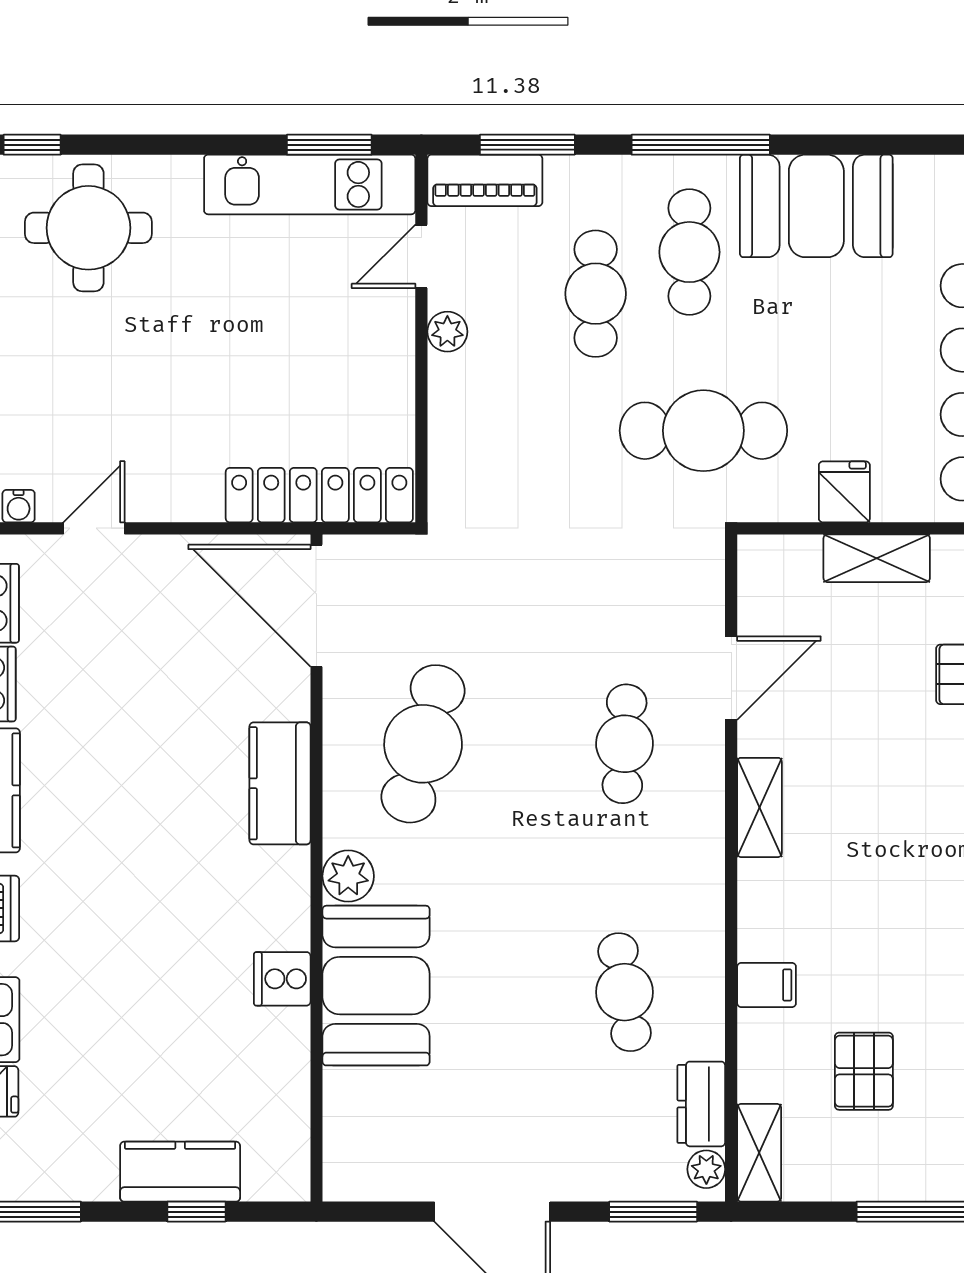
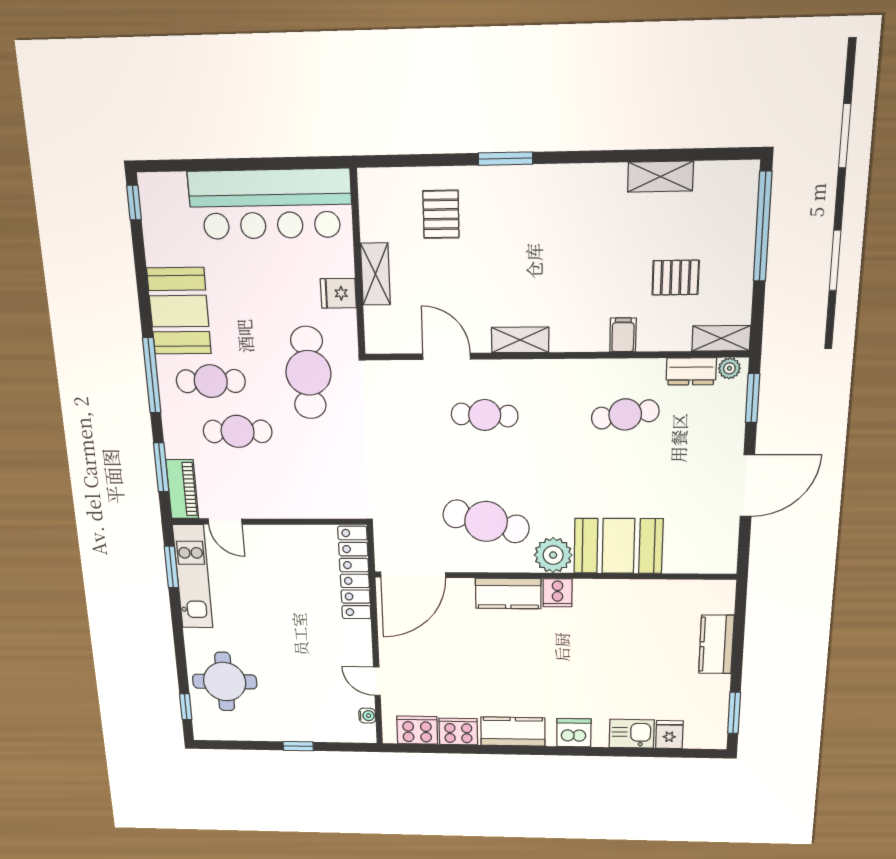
plant: (447, 332) -> (264, 508), removed
plant: (348, 876) -> (553, 555), width x1.36, depth x1.36
cooker: (282, 979) -> (558, 593), moved
window: (196, 1212) -> (739, 637), removed

